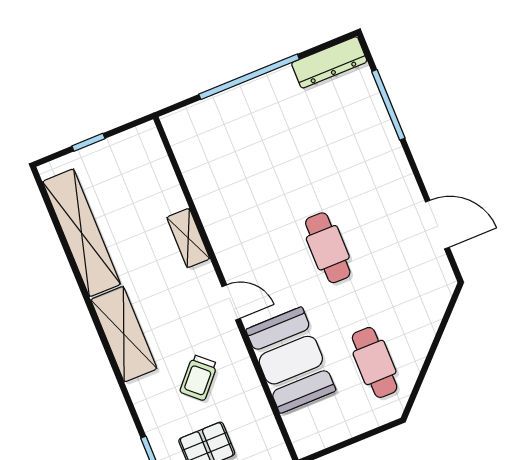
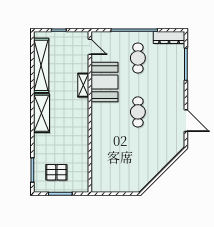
door: (231, 302) -> (90, 47), moved
booth: (291, 360) -> (105, 82), moved
cafe table: (375, 362) -> (138, 58), moved
trolley: (199, 378) -> (65, 143), removed

